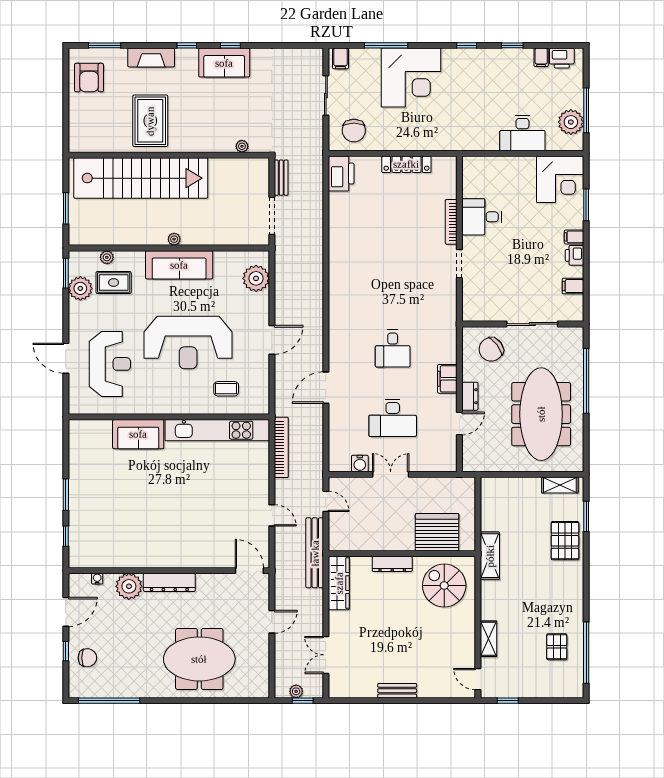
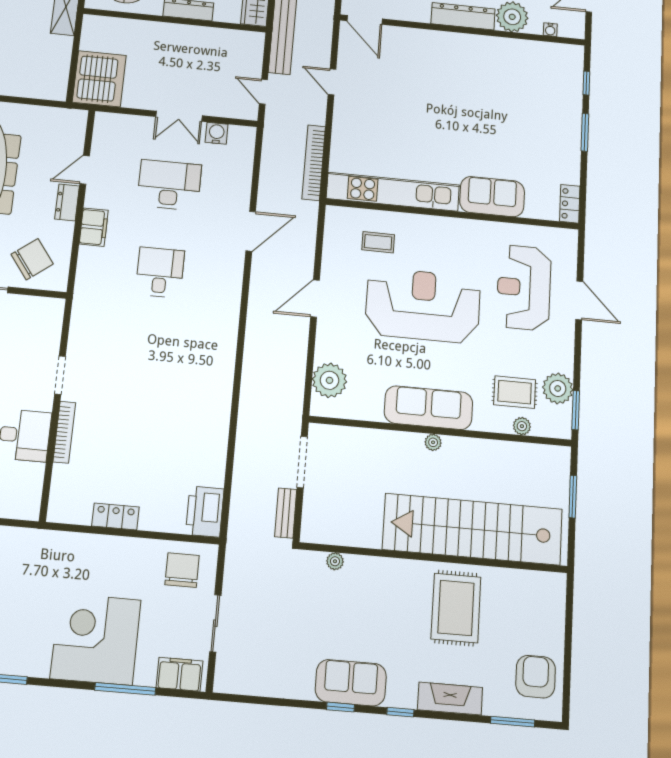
filing cabinet: (340, 58) -> (180, 674), width x2.00
locker: (406, 164) -> (115, 516), width x0.66
locker: (76, 435) -> (570, 204), added
server rack: (437, 532) -> (99, 79), moved, turned -90

